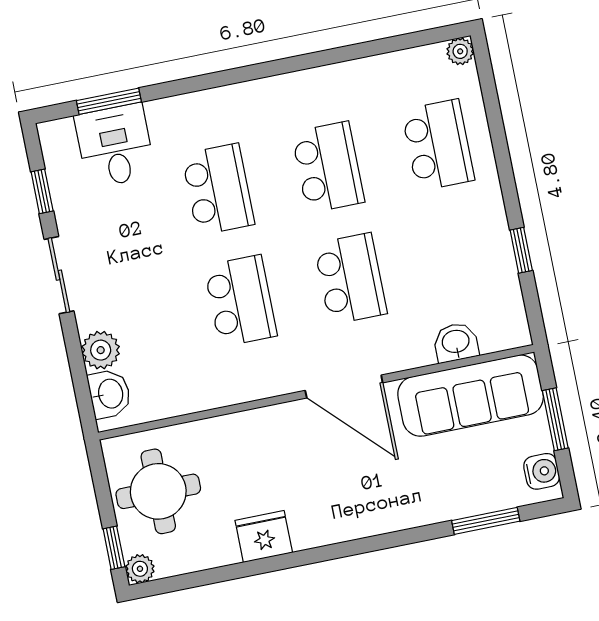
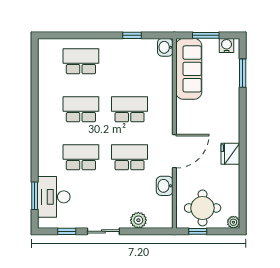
plant: (460, 51) -> (43, 44), removed
desk: (115, 146) -> (54, 197), width x1.37
washbasin: (456, 342) -> (165, 47), moved
door: (344, 387) -> (174, 151), moved
washbasin: (110, 394) -> (165, 186), moved, turned -90
fridge: (264, 537) -> (230, 154), moved
window: (114, 548) -> (198, 231), moved

